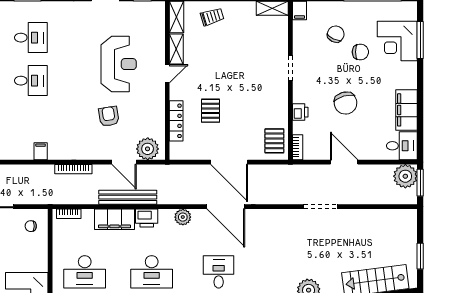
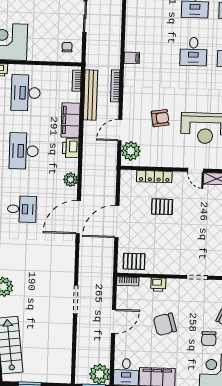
bench: (128, 197) -> (91, 95), moved

